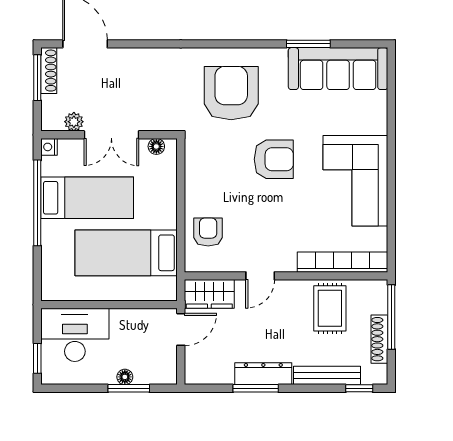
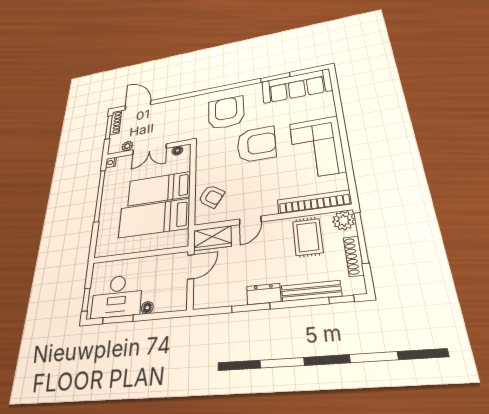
armchair: (274, 159) -> (256, 144), width x1.36, depth x1.36
bed: (87, 198) -> (159, 189), moved, turned 180
armchair: (208, 232) -> (211, 196), turned 124
plant: (375, 293) -> (344, 221), added
desk: (75, 335) -> (117, 296), moved, turned 180
dresser: (263, 374) -> (264, 294), width x0.70
window: (129, 388) -> (118, 319), moved

